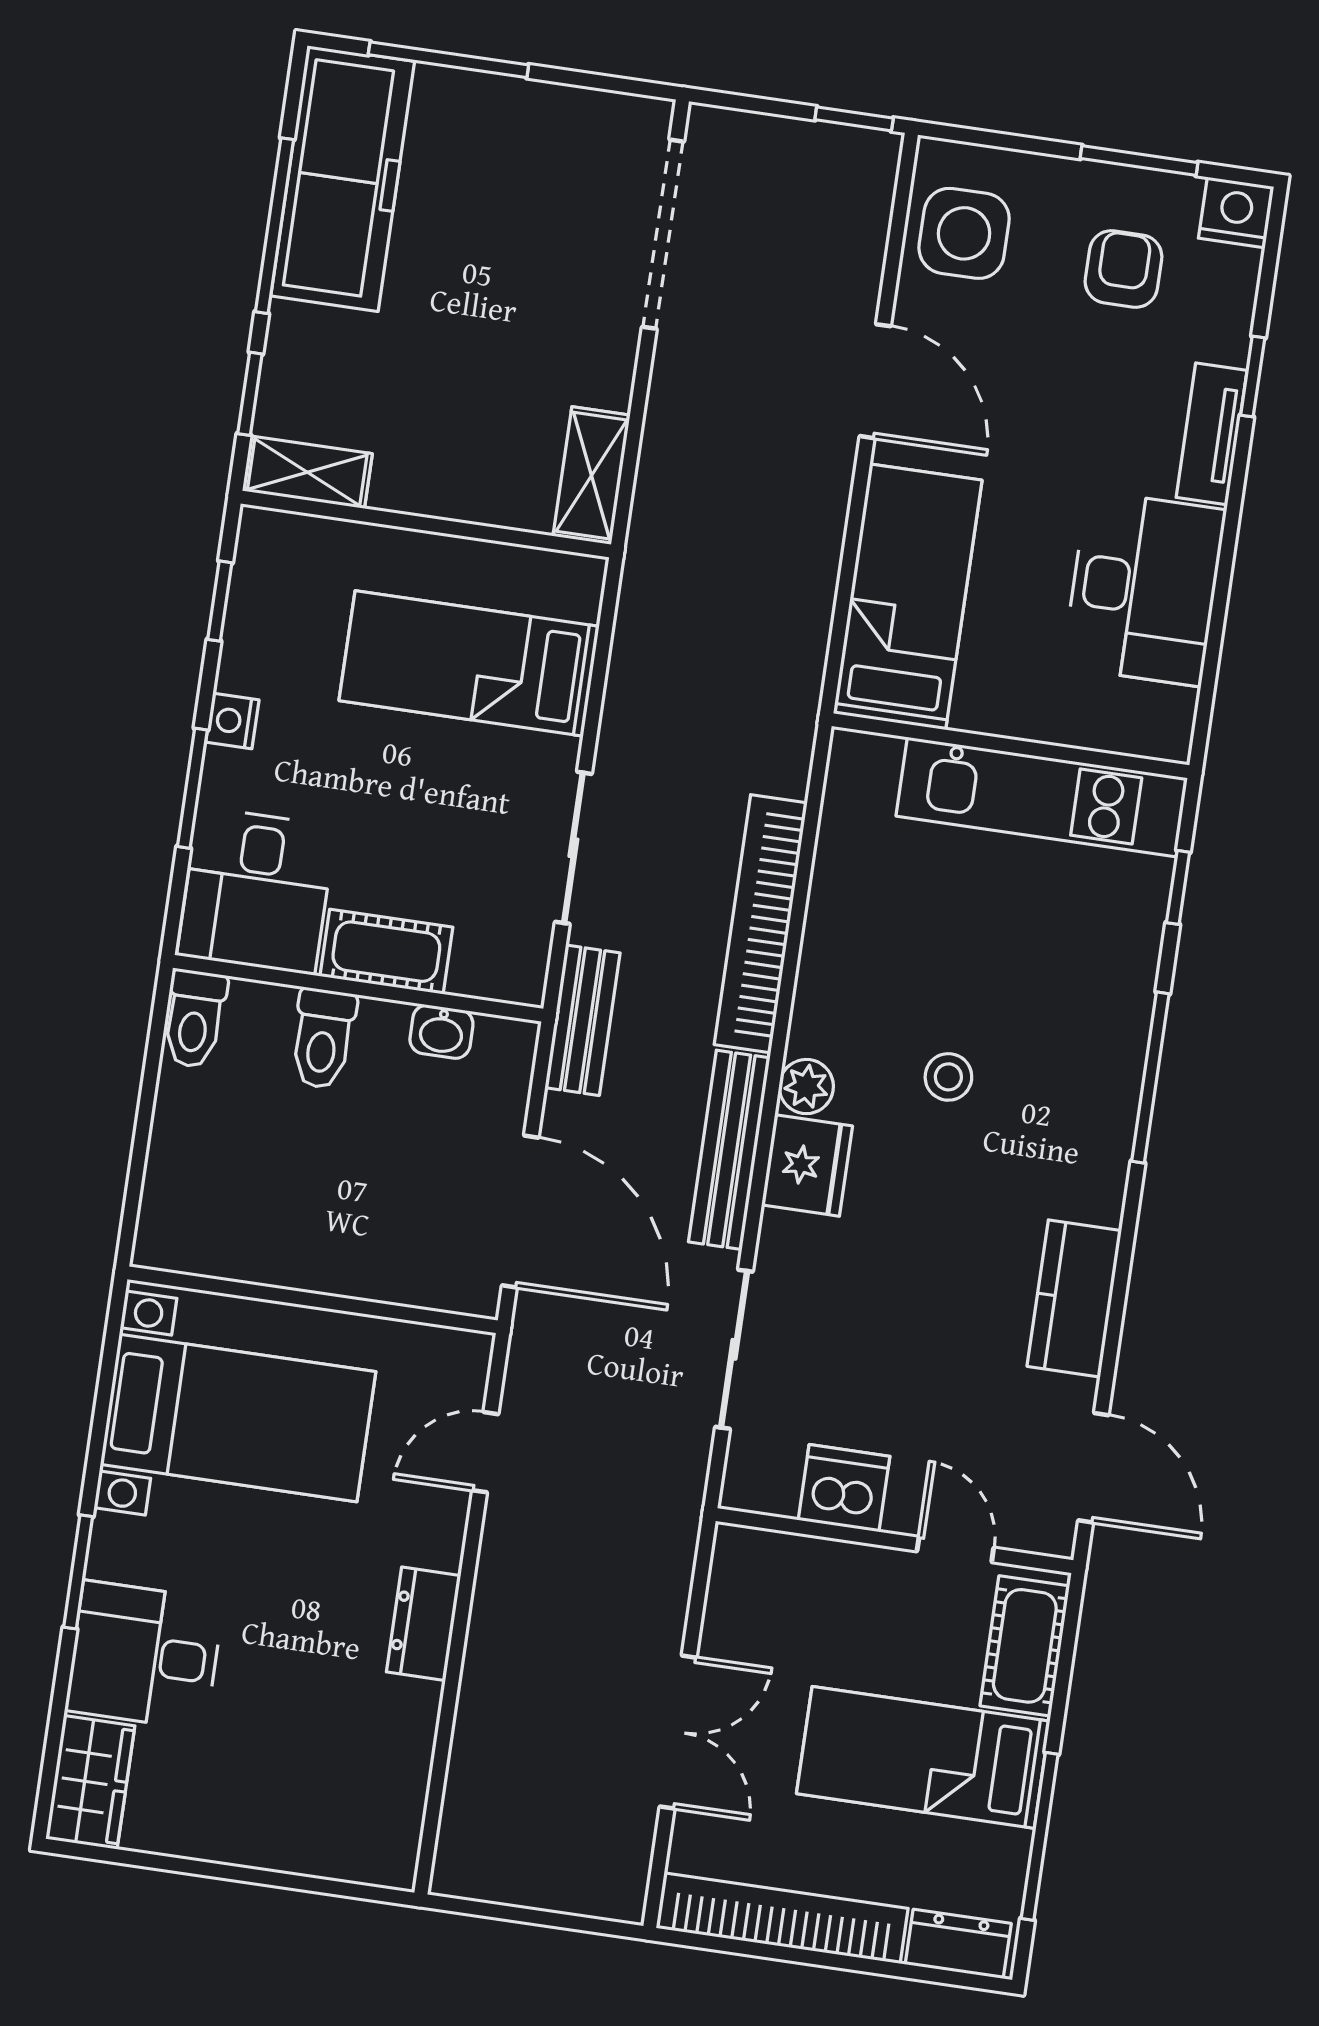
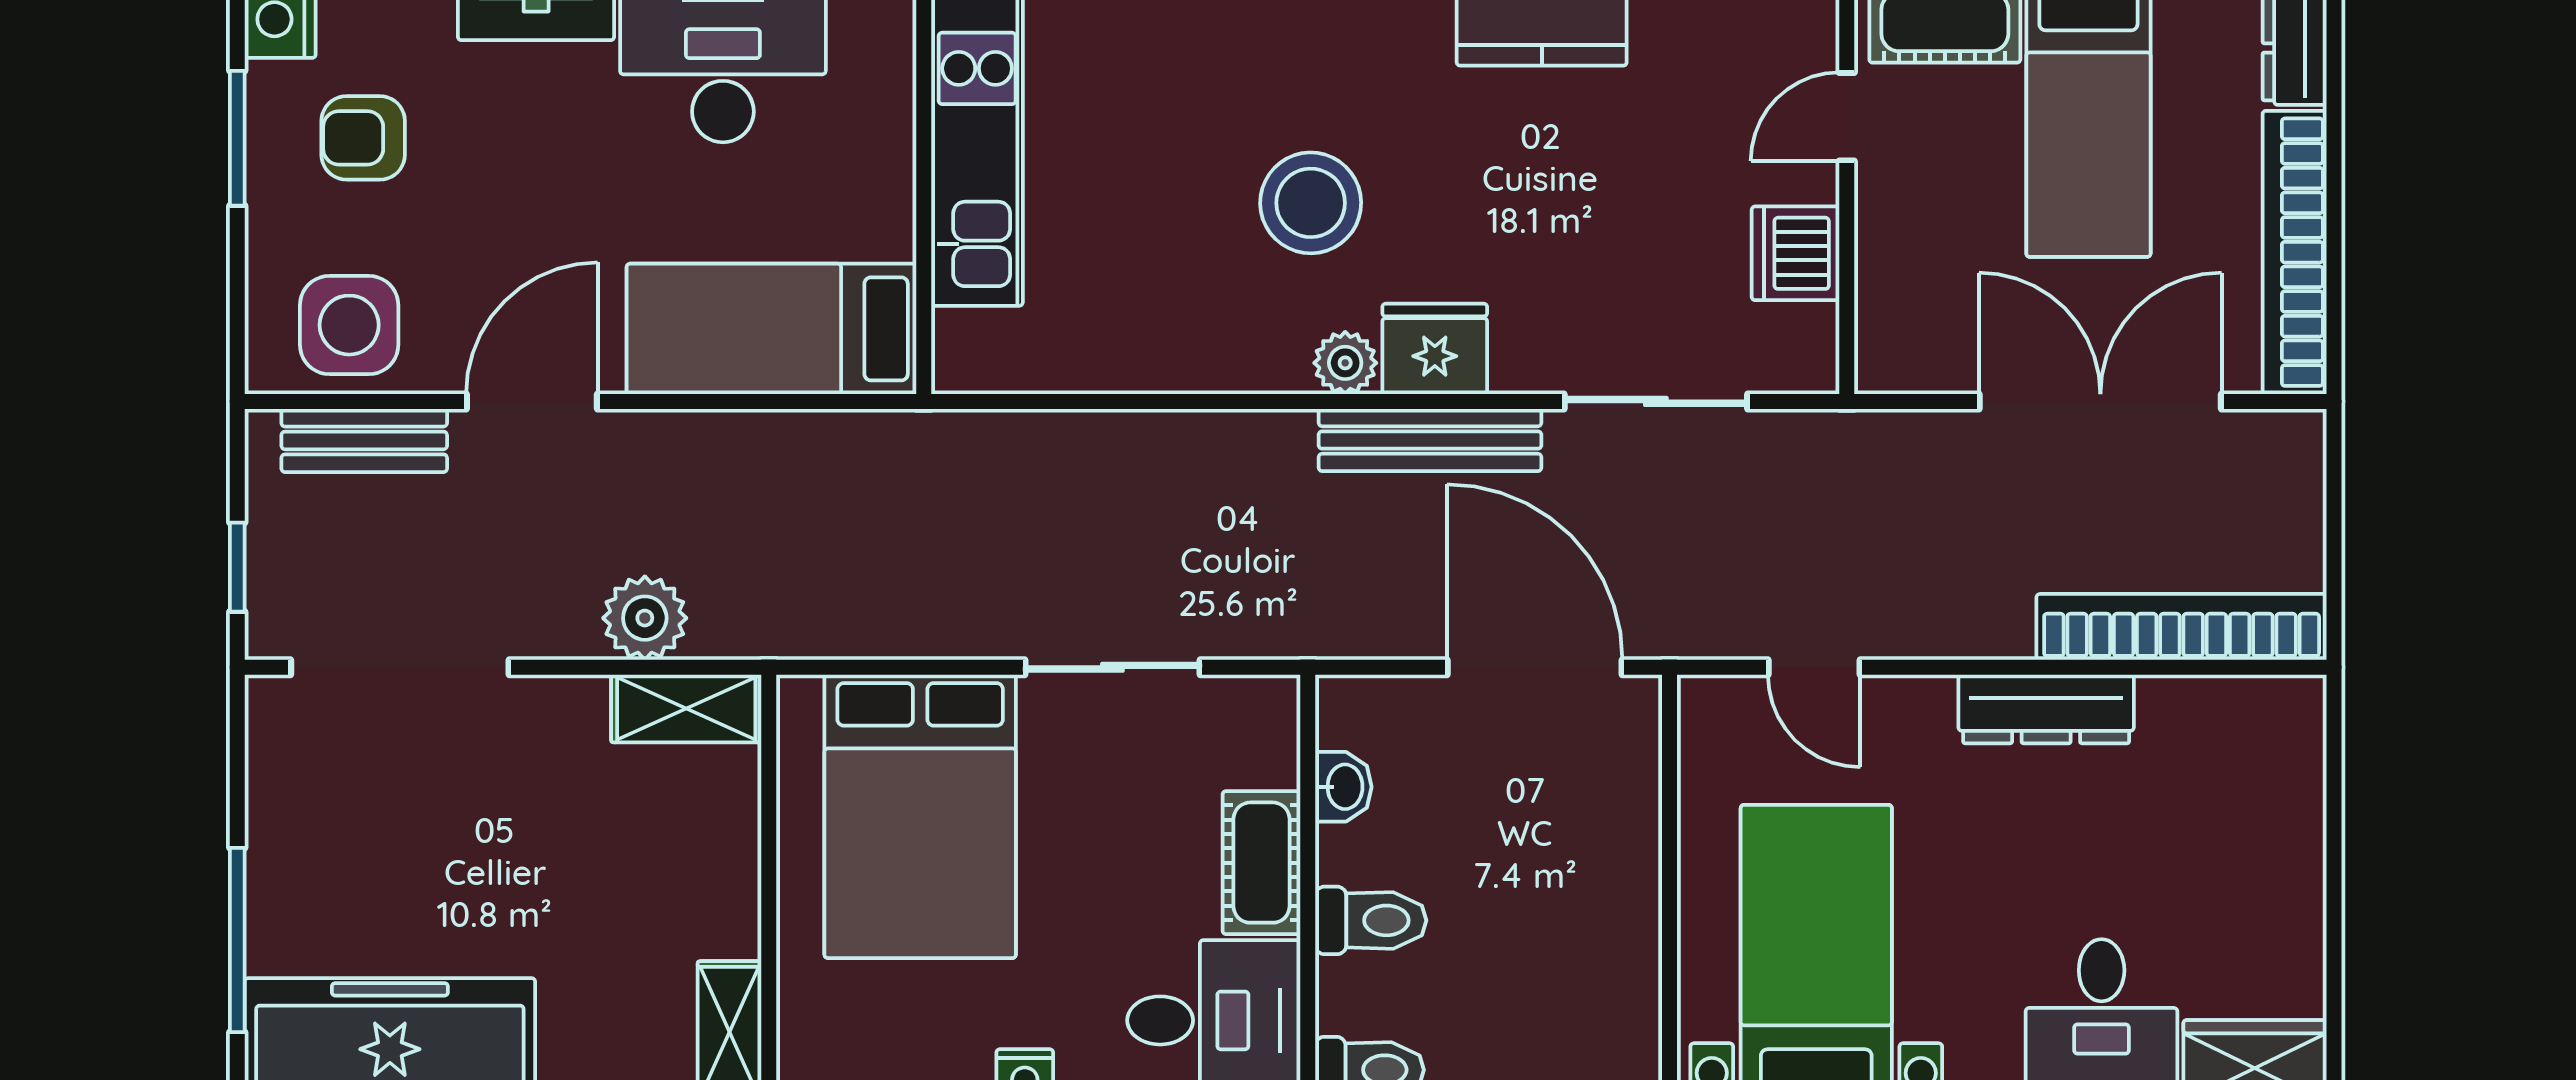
window: (854, 119) -> (237, 567), moved
plant: (675, 451) -> (645, 618), added
bed: (469, 663) -> (920, 816), width x1.50
bookcase: (761, 924) -> (2182, 627), moved, turned 180
bench: (583, 1020) -> (364, 440), moved
stool: (948, 1077) -> (1311, 203), width x1.89, depth x1.89
door: (520, 1211) -> (1535, 667), hinge flipped
dresser: (424, 1624) -> (2046, 709), width x1.44
double door: (678, 1732) -> (2100, 401), width x1.37

